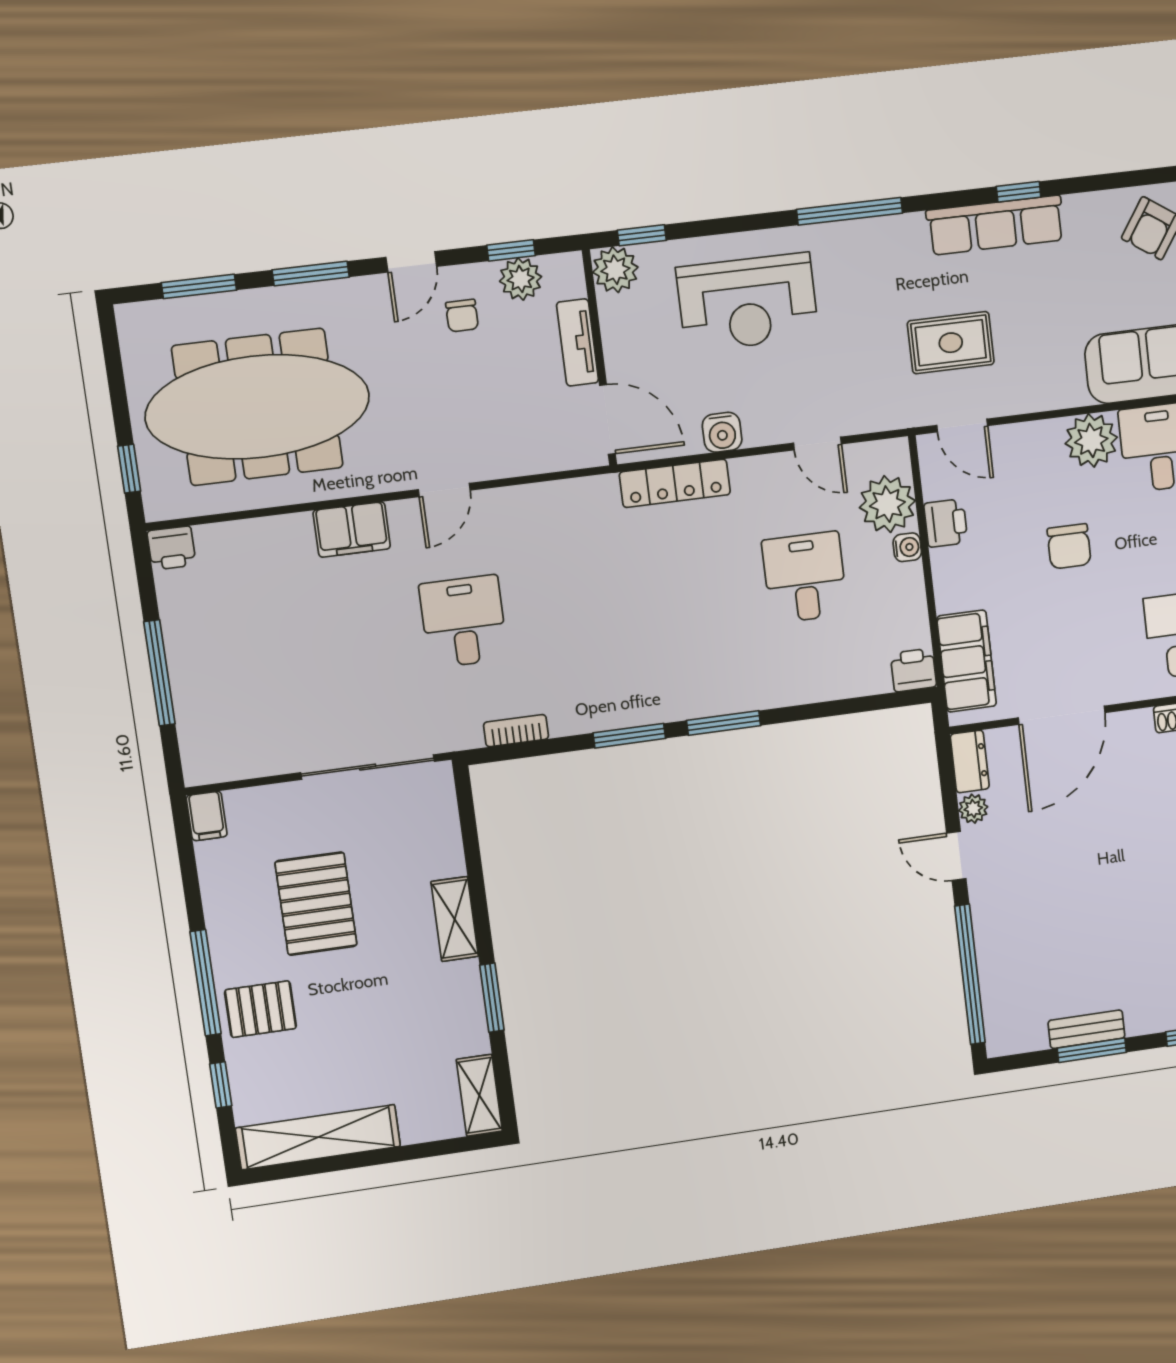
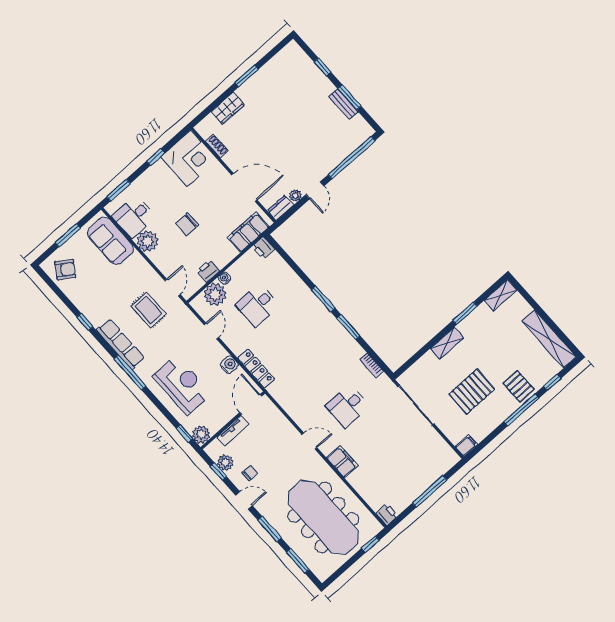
row of seats: (995, 225) -> (121, 344), moved
chair: (1069, 546) -> (187, 224), turned 180

